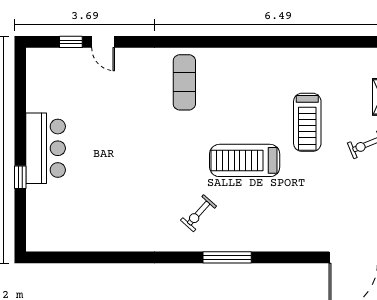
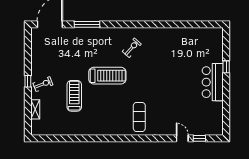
window: (227, 257) -> (87, 24), moved

